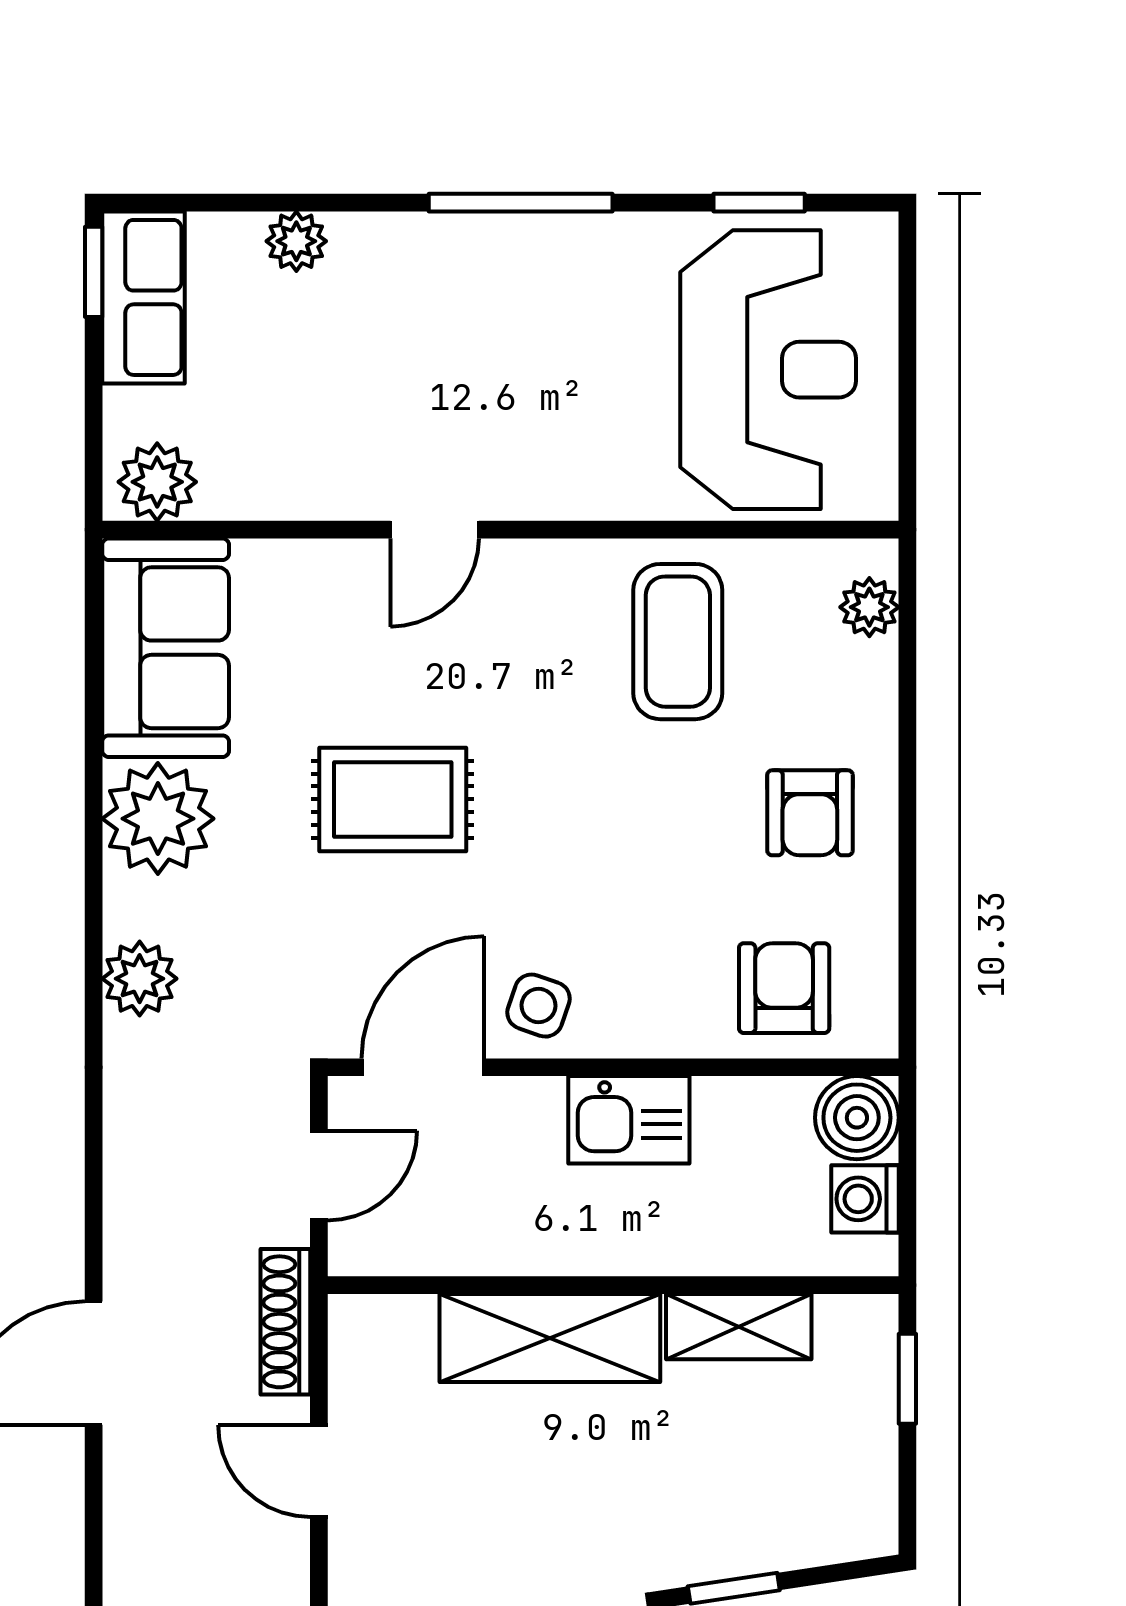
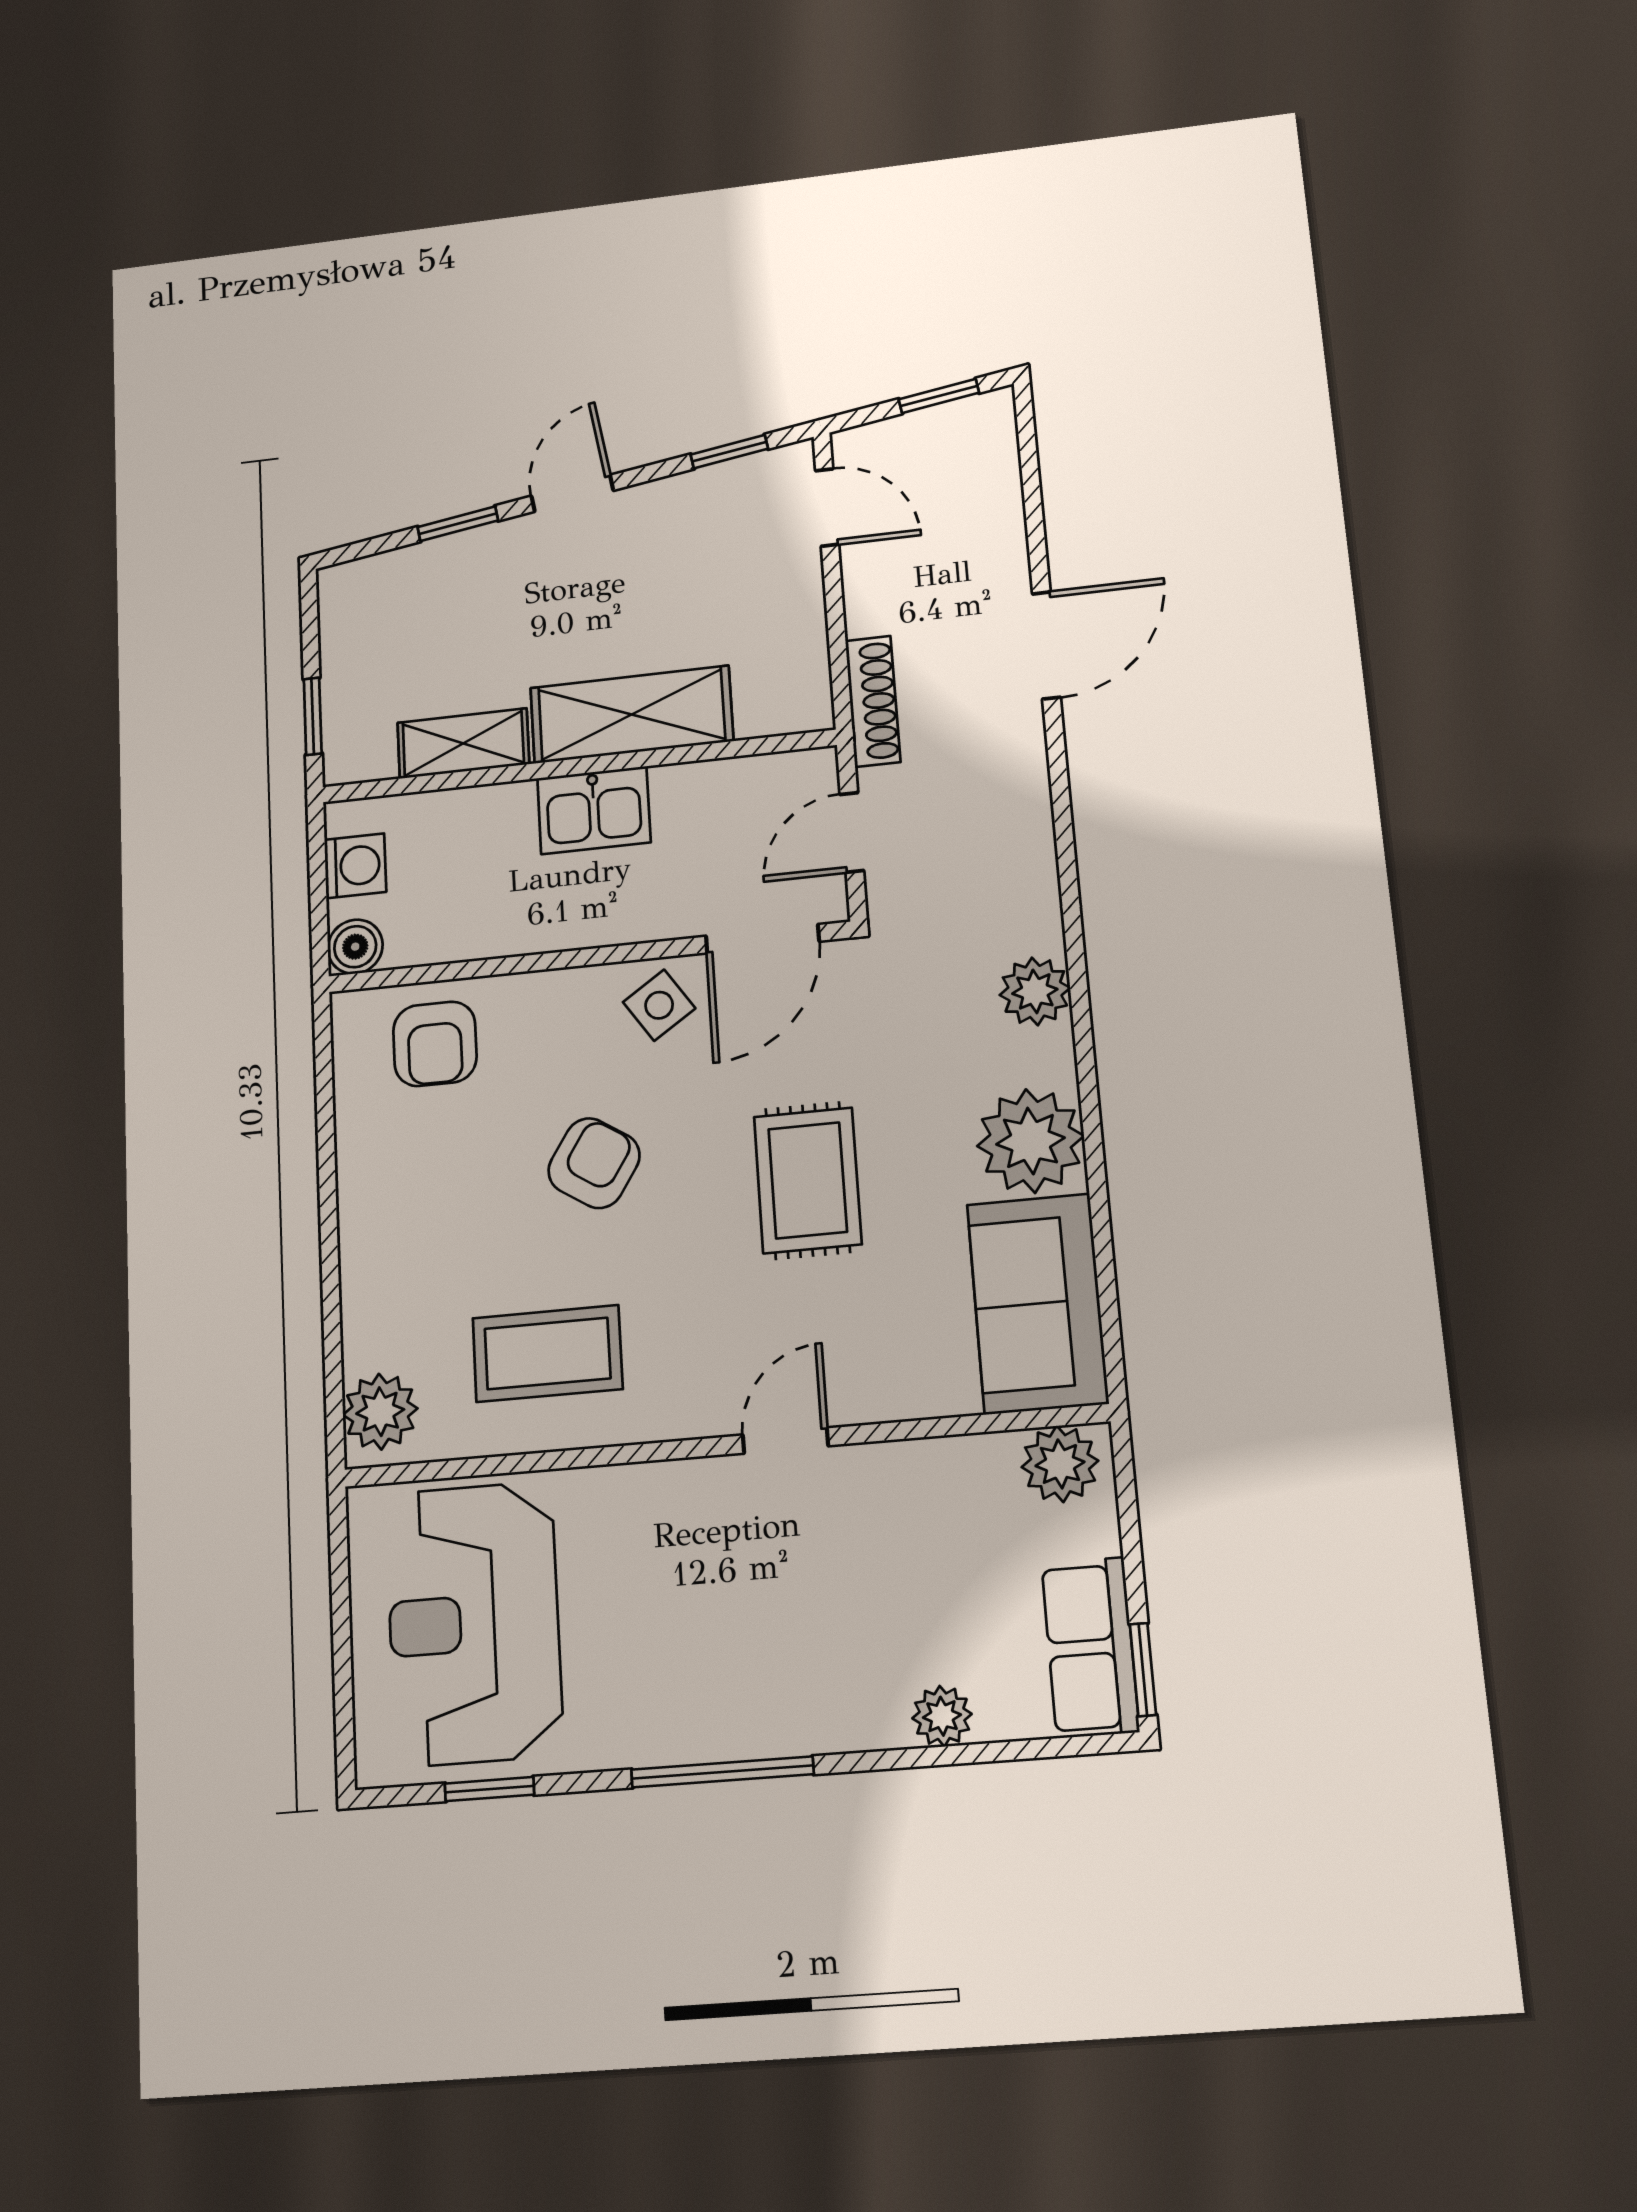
plant: (869, 607) -> (380, 1412), width x1.38, depth x1.38
coffee table: (678, 642) -> (547, 1354), turned 90
rug: (393, 799) -> (808, 1180), turned 90
armchair: (810, 813) -> (594, 1163), moved, turned 33
side table: (538, 1006) -> (659, 1005), turned 37
boiler: (857, 1118) -> (355, 947), width x0.73, depth x0.73
kitchen sink: (629, 1120) -> (594, 810), moved, turned 180
door: (319, 1471) -> (827, 507), moved

